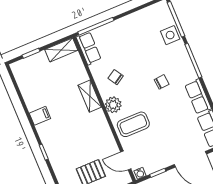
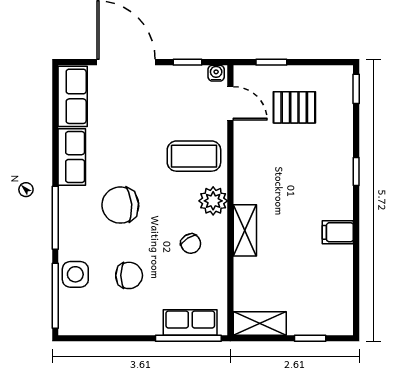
chair: (141, 46) -> (129, 275), added
row of seats: (89, 48) -> (190, 323), moved, turned 90
chair: (162, 82) -> (120, 205), width x1.87, depth x1.87

